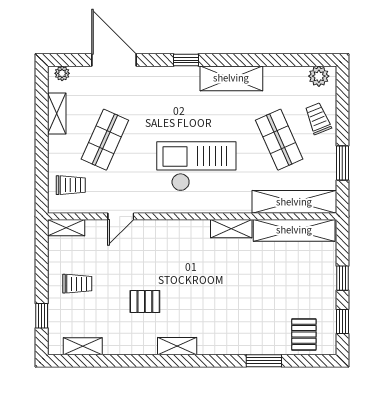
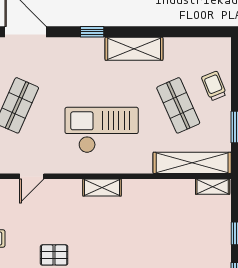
plant: (319, 76) -> (215, 47), removed
shelving: (231, 229) -> (102, 188), moved
shelving: (294, 230) -> (213, 187), width x0.45, depth x0.75

